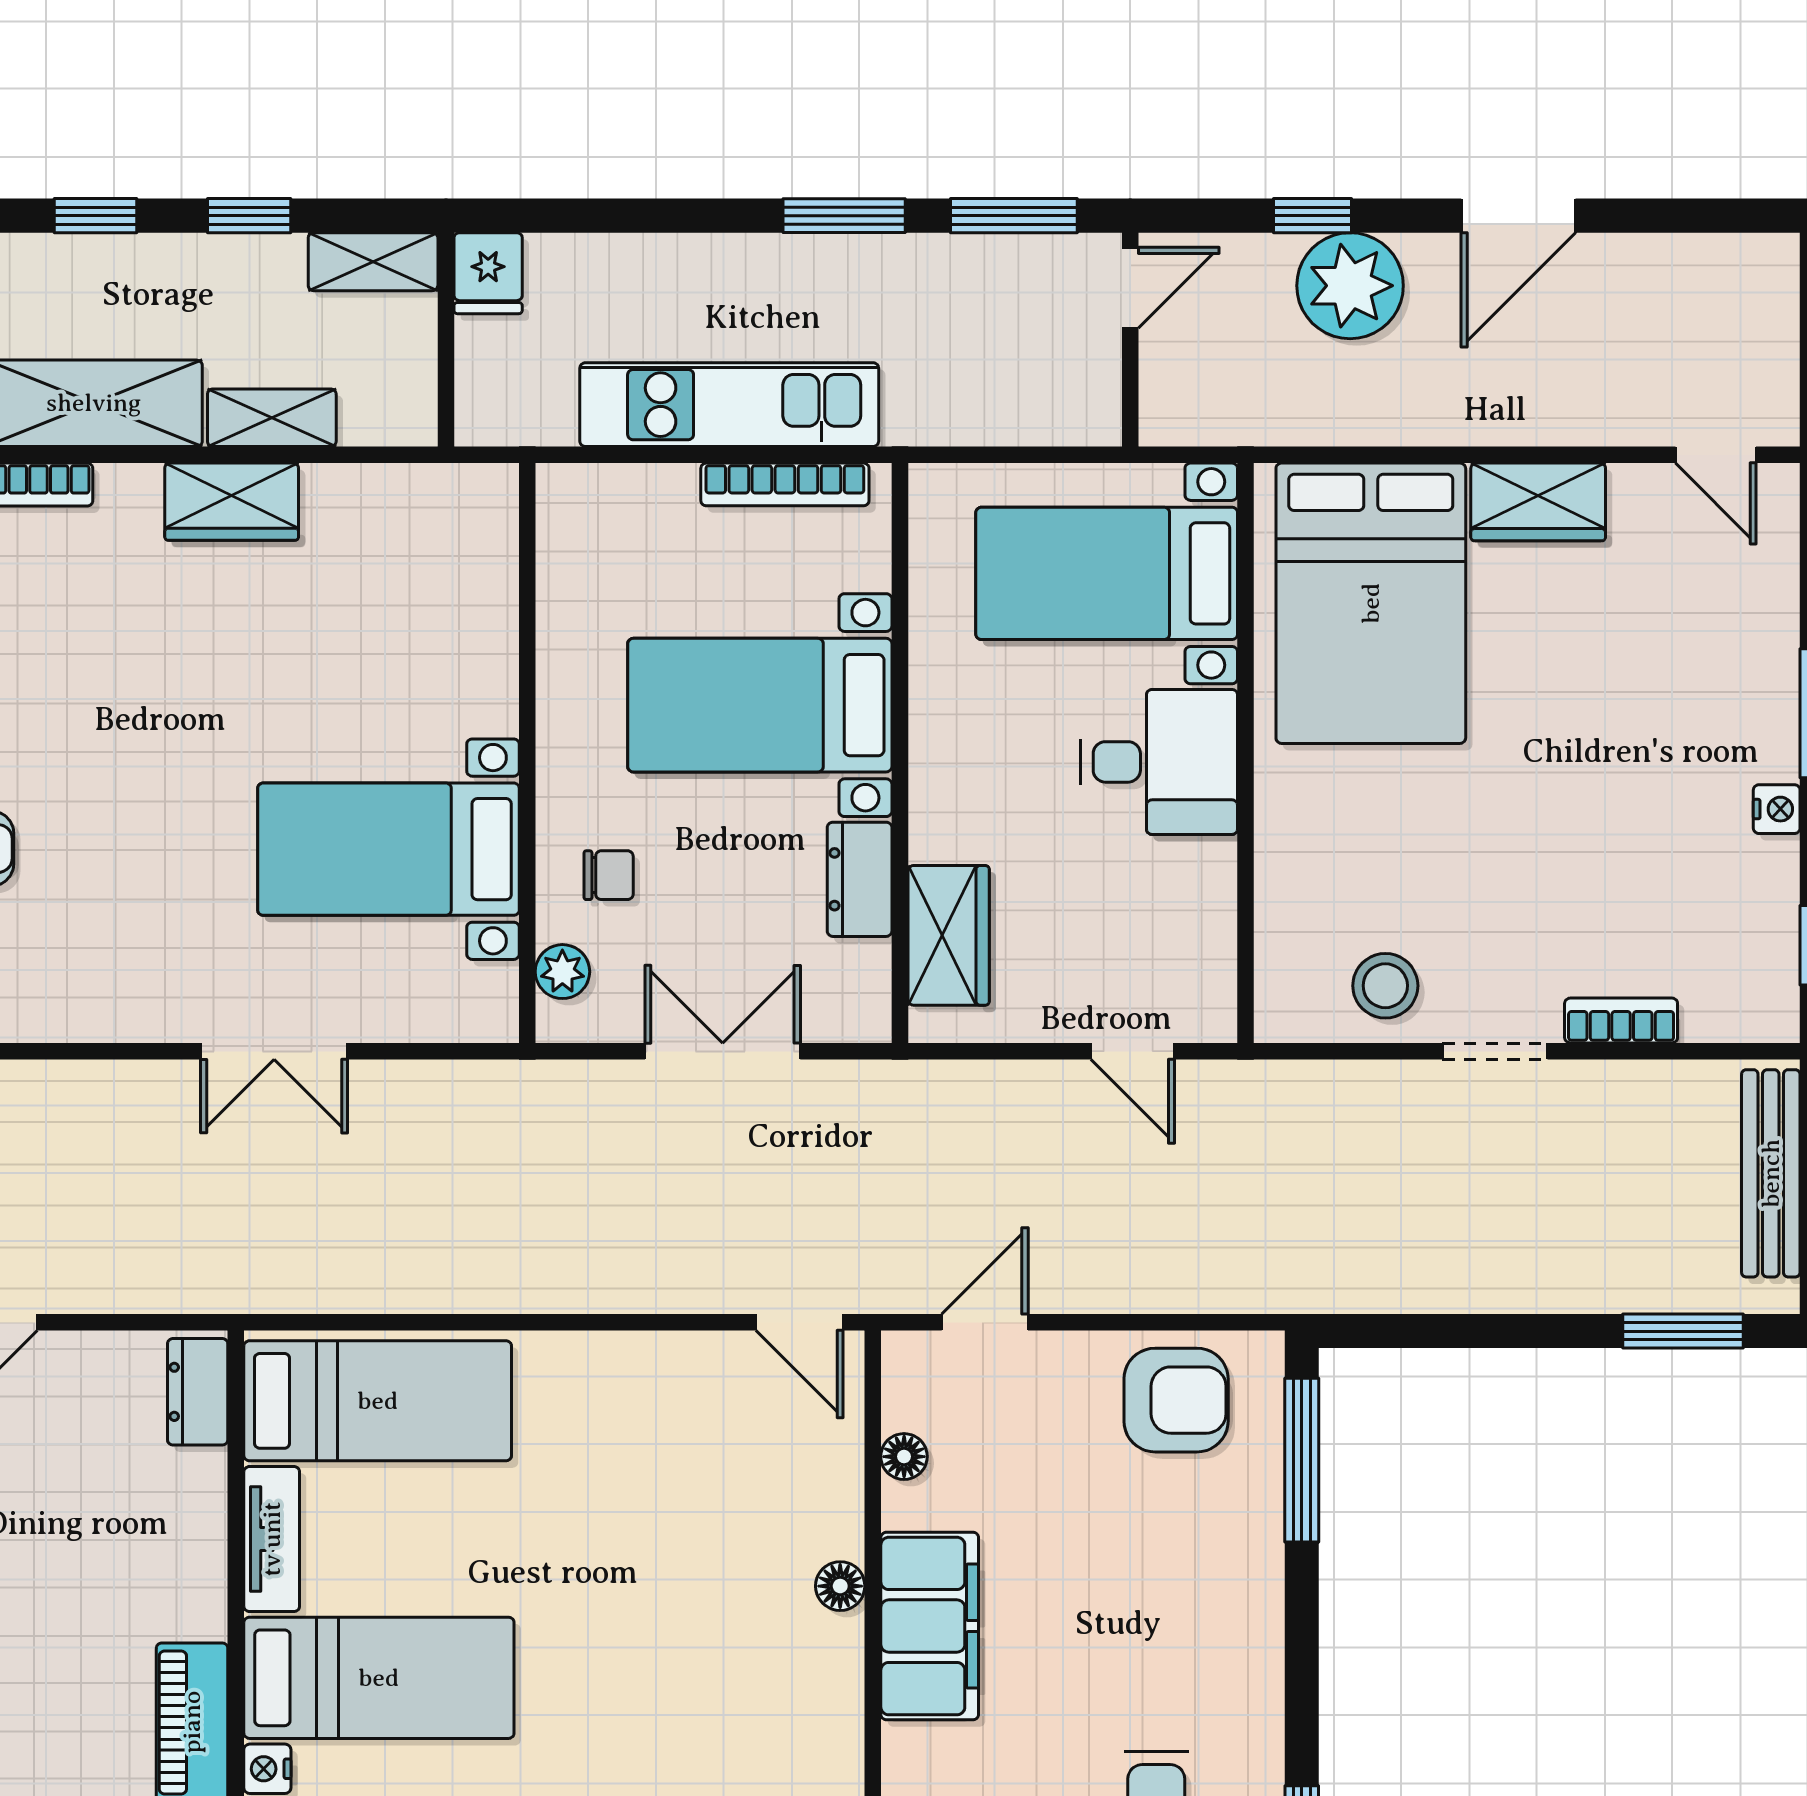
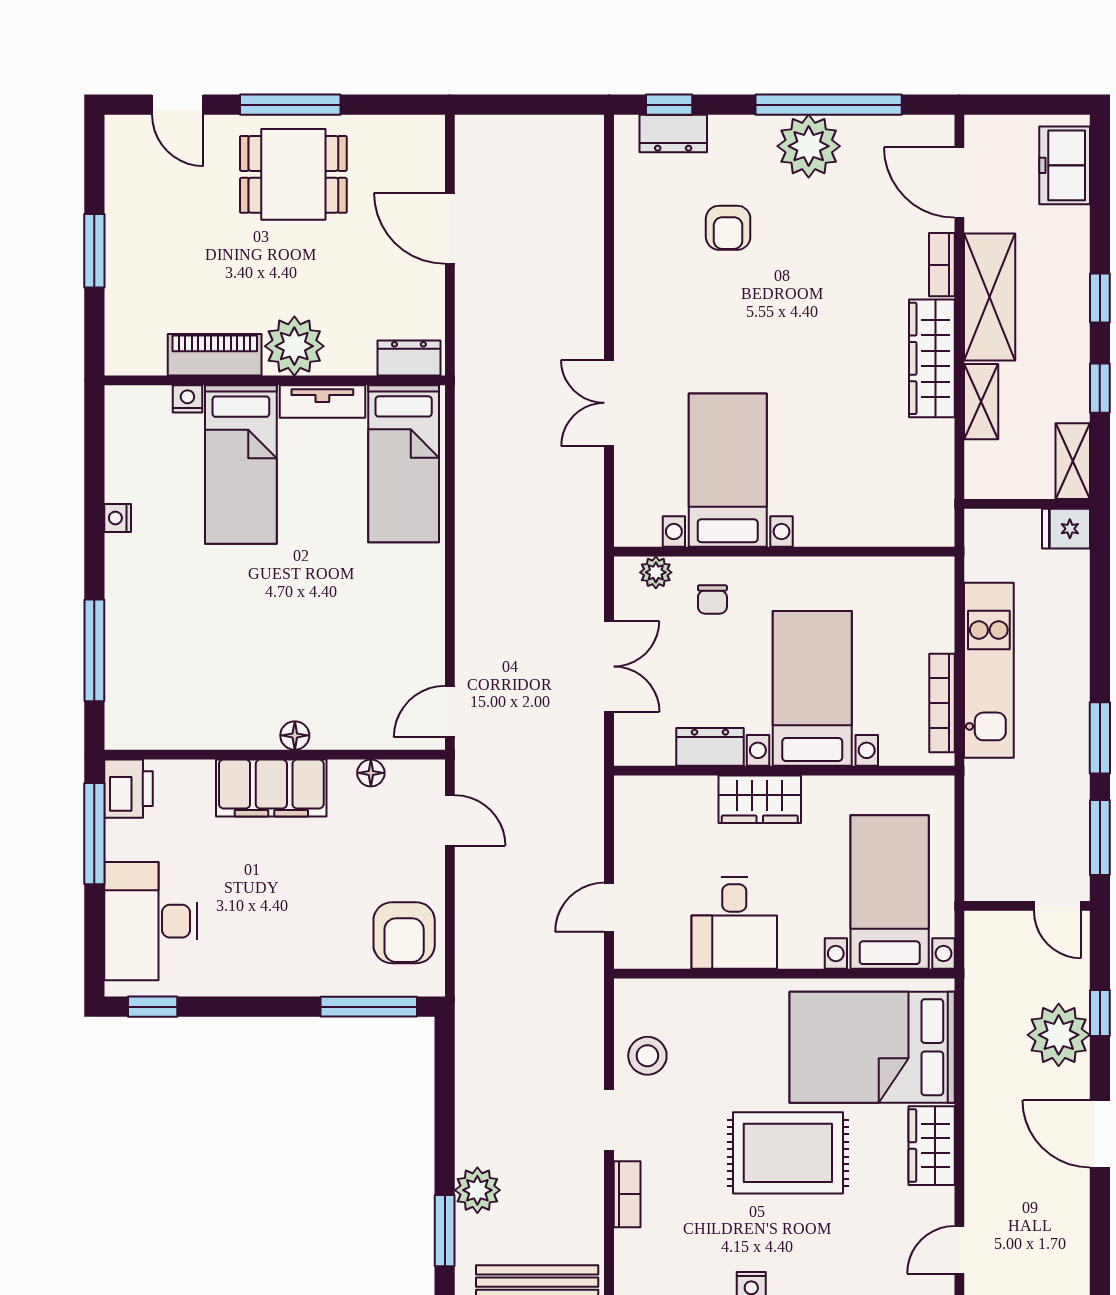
wardrobe: (232, 502) -> (932, 358), width x1.50
rug: (1551, 747) -> (788, 1153), added
desk: (1159, 762) -> (734, 923), moved
wardrobe: (949, 935) -> (760, 799), moved
plant: (1614, 1275) -> (477, 1190), added
plant: (177, 1587) -> (294, 346), added

